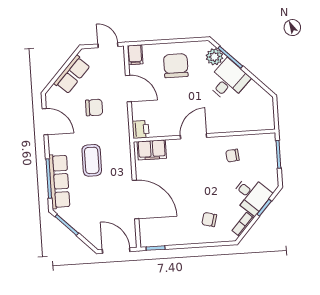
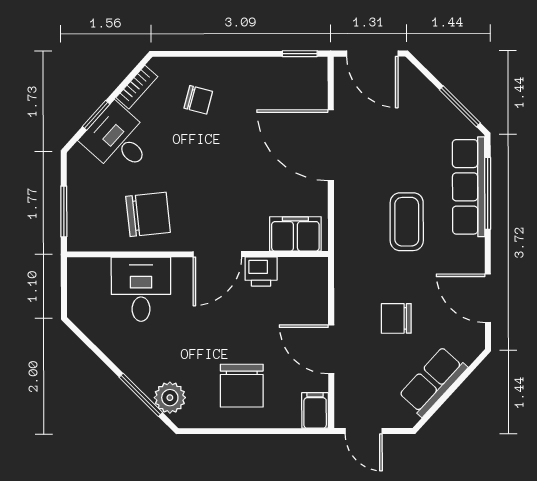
desk: (228, 81) -> (141, 289), moved, turned 135
printer: (141, 129) -> (261, 272), moved, turned -90
chair: (233, 156) -> (148, 214), width x1.87, depth x1.87

